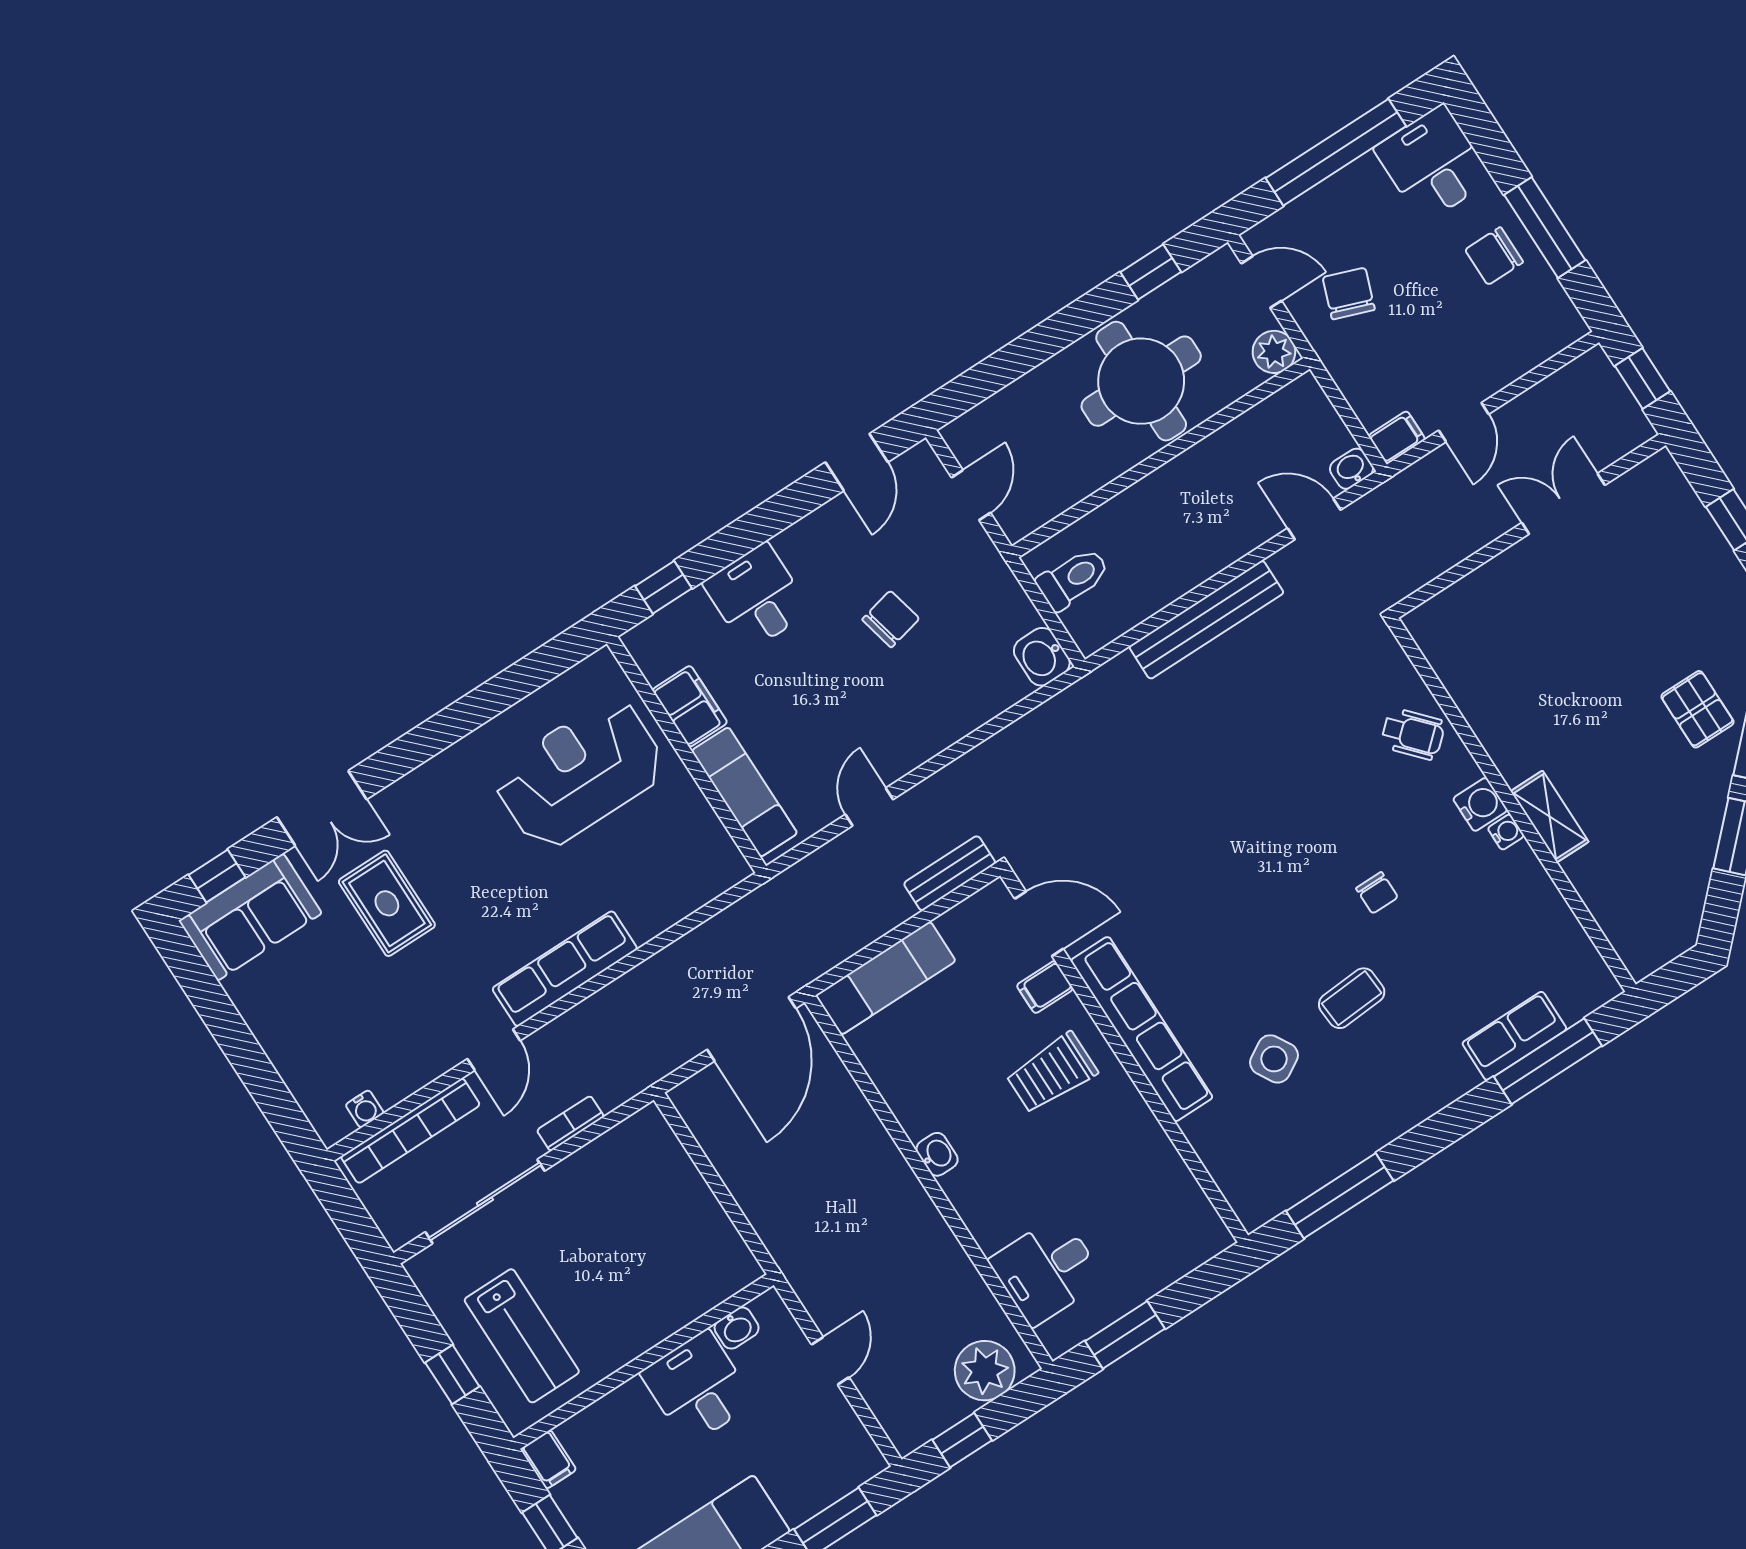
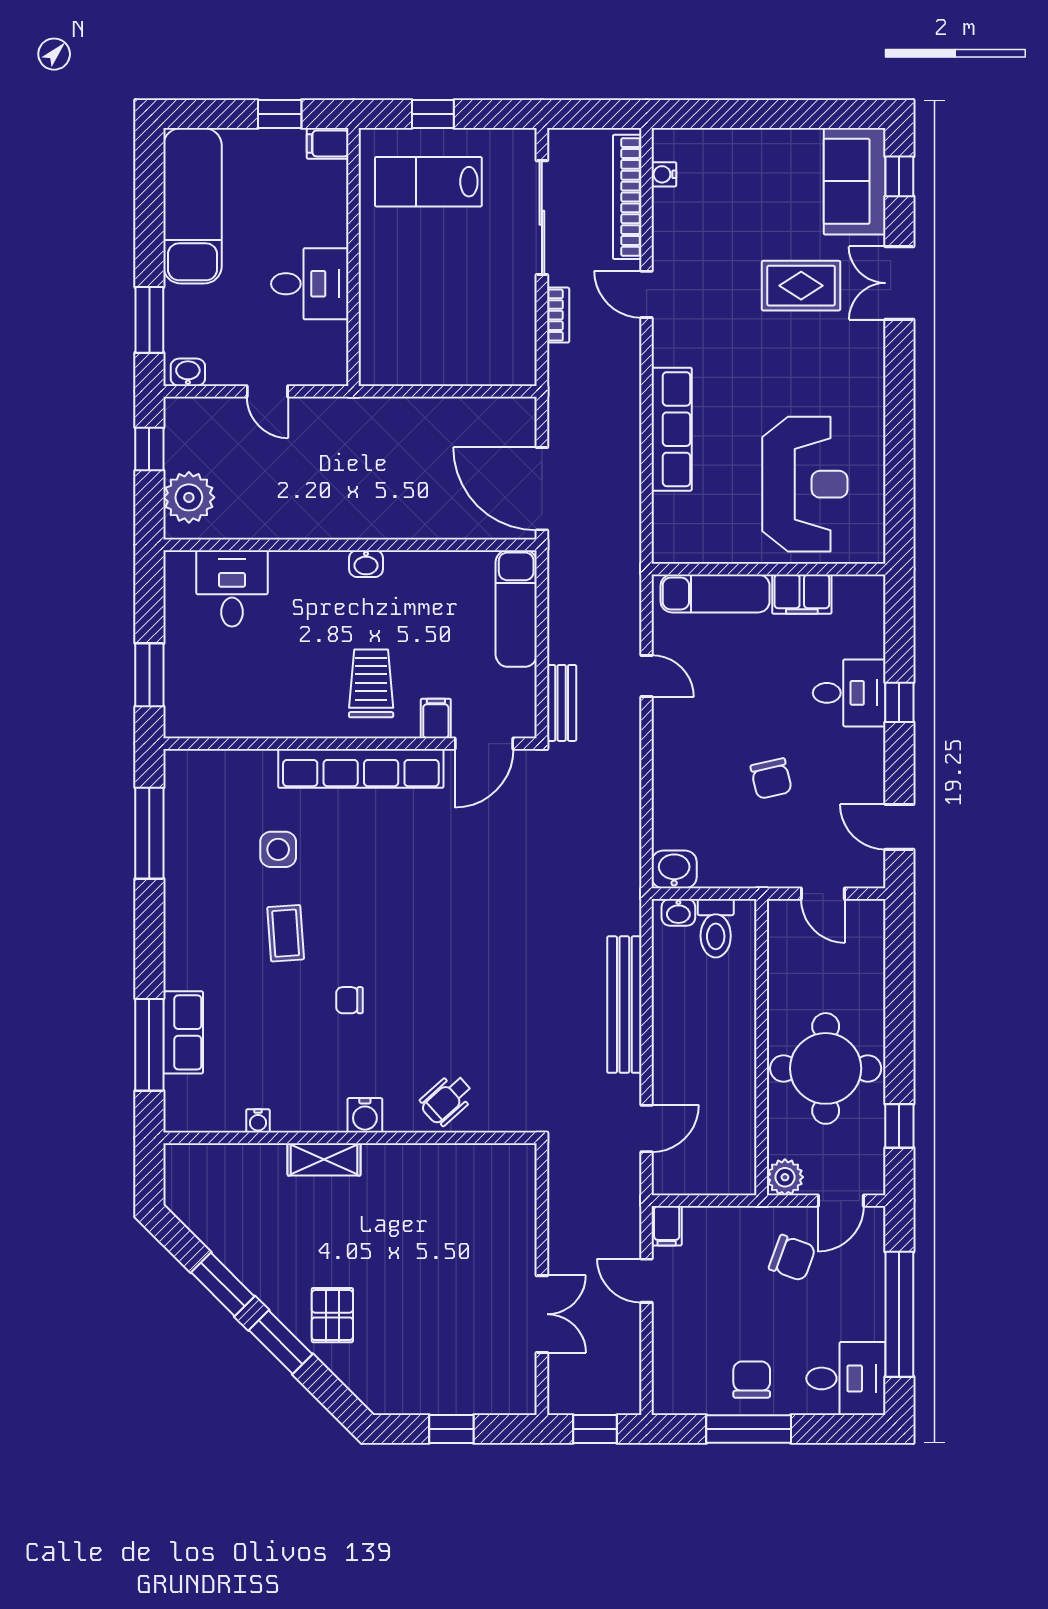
washbasin: (1352, 469) -> (678, 912), moved, turned 90
window: (663, 587) -> (899, 702), moved
pallet: (1697, 709) -> (332, 1315), turned 90
water cooler: (1506, 832) -> (258, 1121), moved
row of seats: (565, 969) -> (672, 429), moved
side table: (1274, 1059) -> (278, 849), turned 30
washbasin: (737, 1328) -> (188, 372), moved, turned 90
window: (1125, 1335) -> (149, 675), moved

